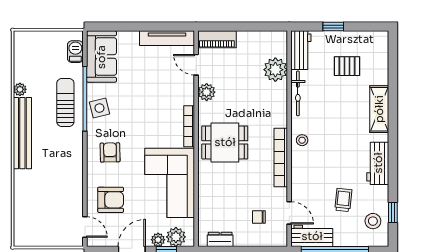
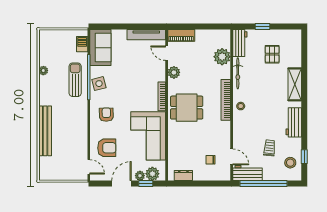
pallet: (347, 66) -> (272, 54), turned 90
bench: (22, 133) -> (45, 131), moved
bookcase: (281, 157) -> (226, 100), moved

